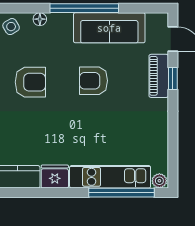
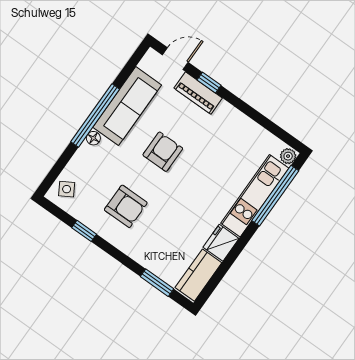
floor lamp: (40, 19) -> (93, 138), moved
armchair: (93, 81) -> (163, 152), turned 180
armchair: (30, 82) -> (126, 206), turned 90

